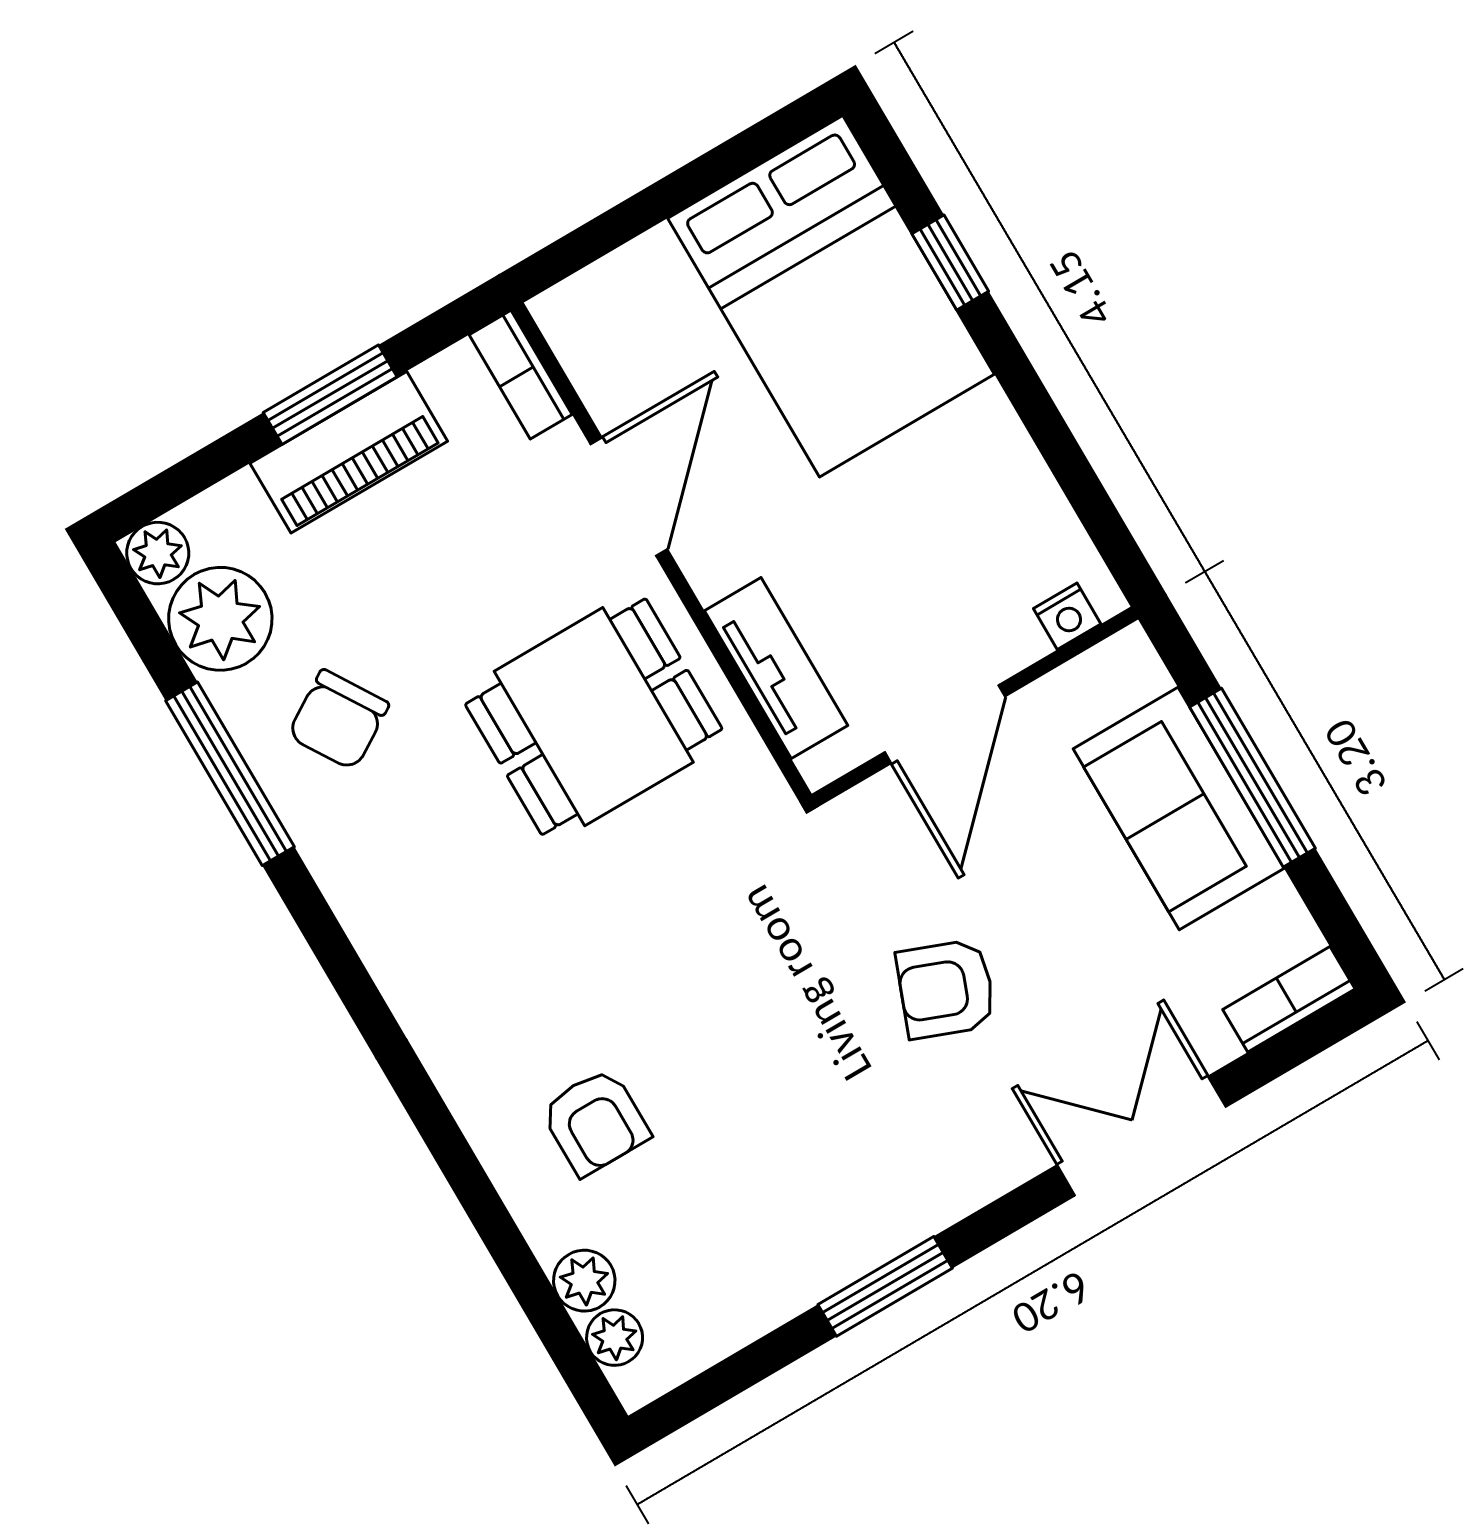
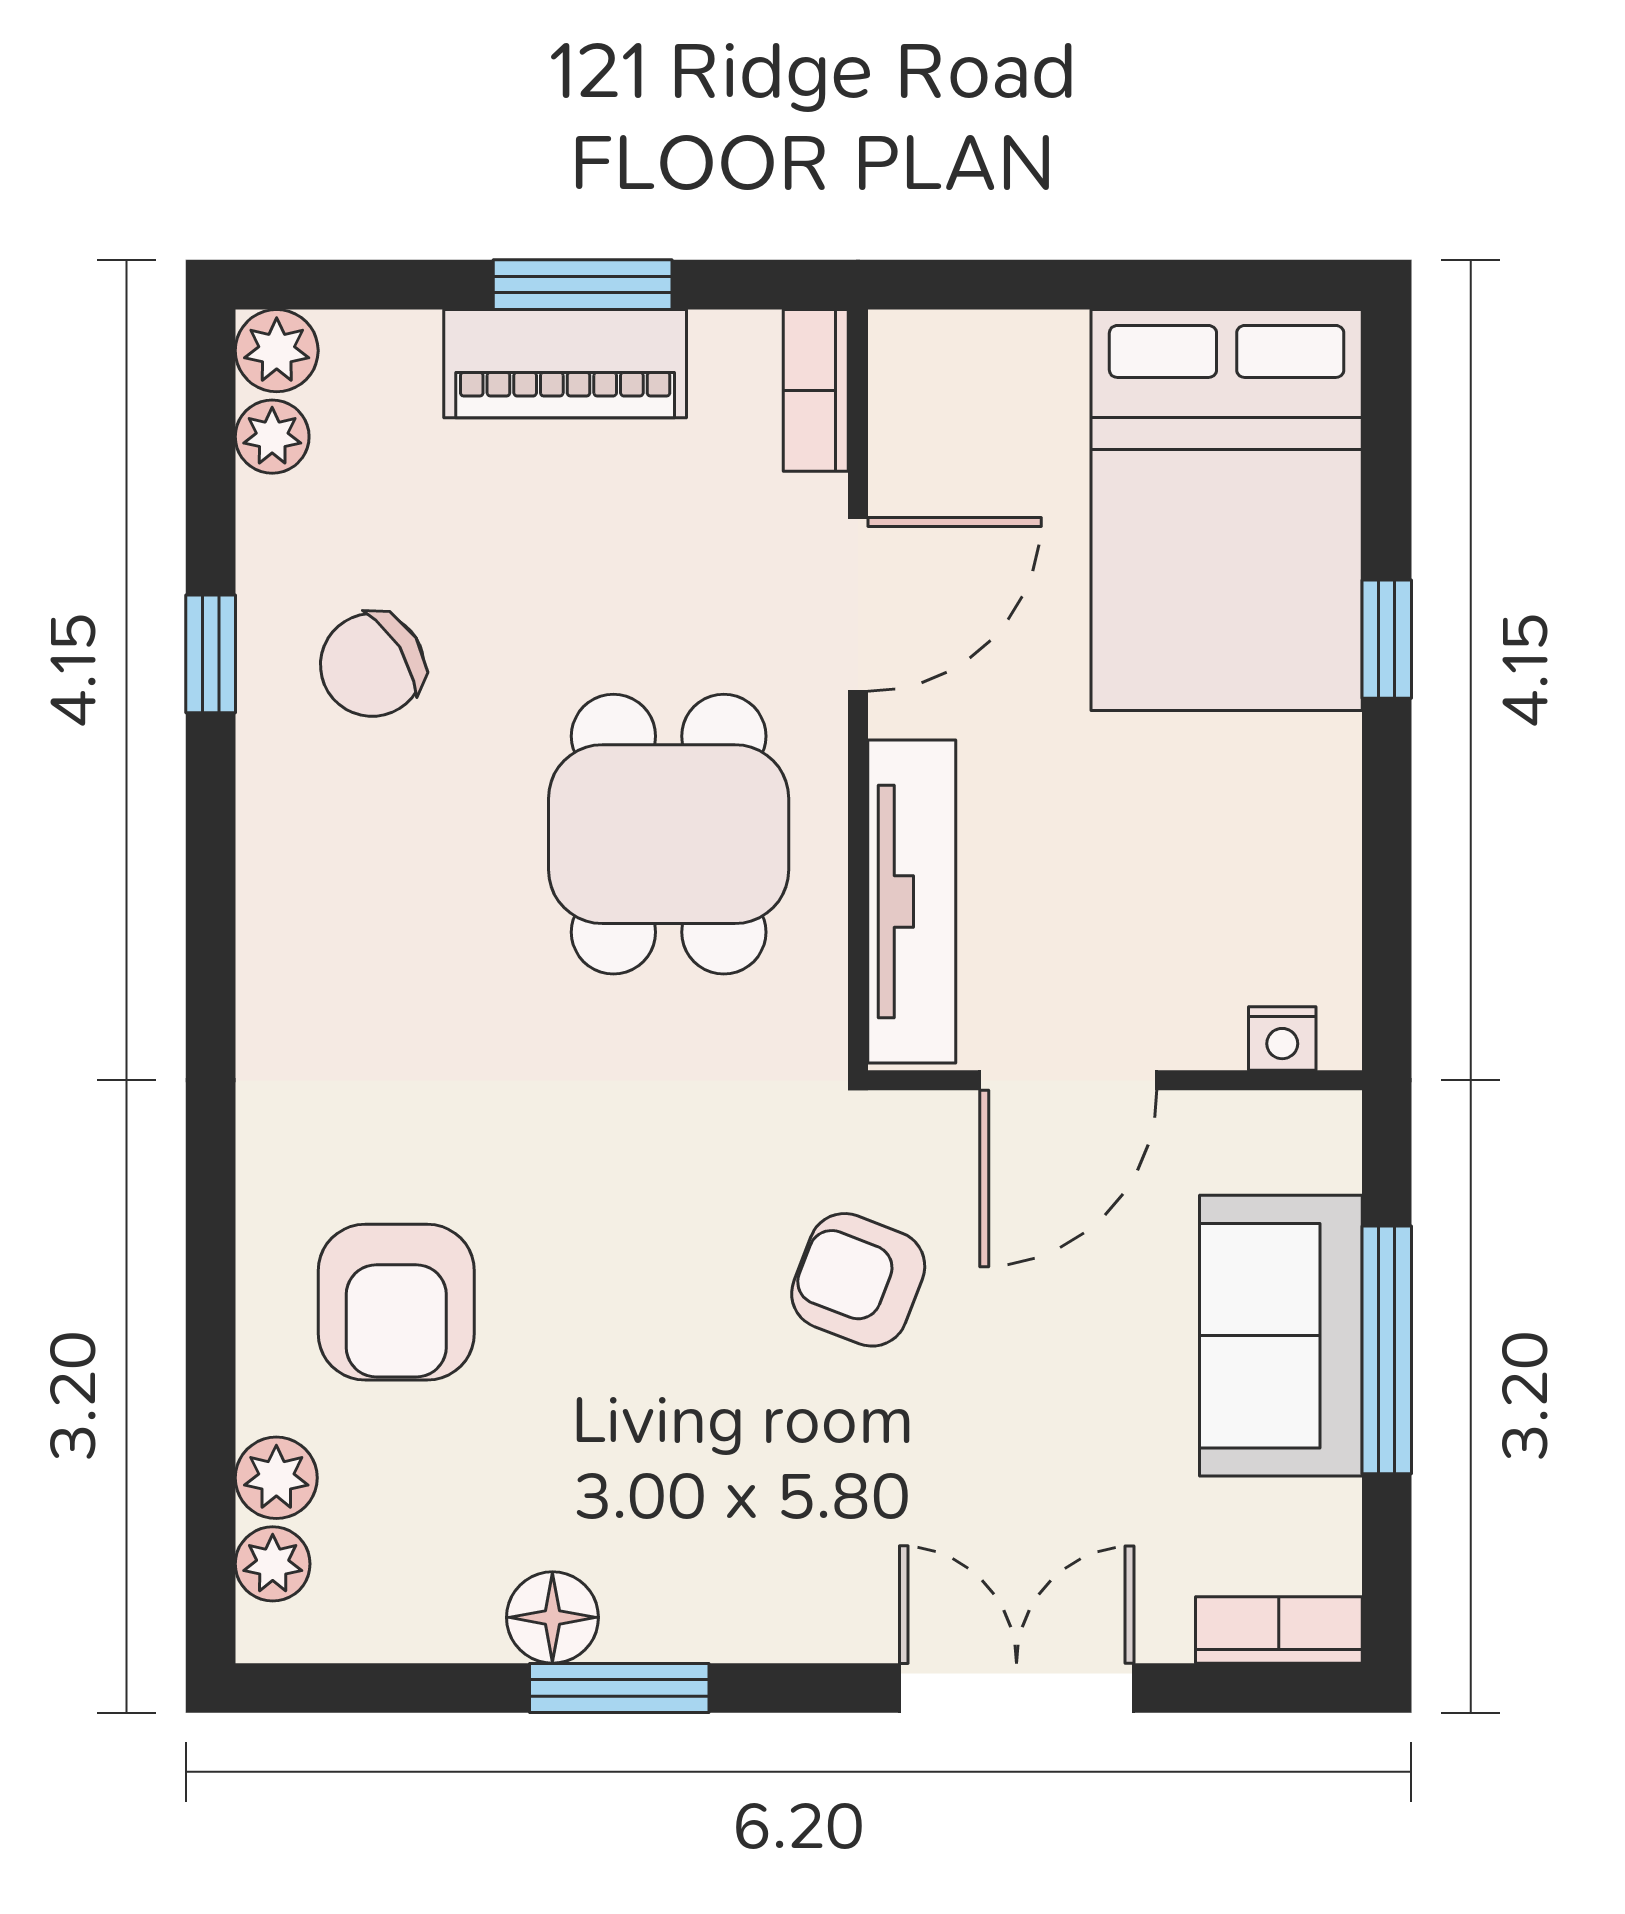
window: (950, 263) -> (1387, 639), moved
plant: (220, 619) -> (272, 437), width x0.53, depth x0.53
tv unit: (776, 668) -> (912, 901), width x1.41
dining table: (594, 717) -> (669, 834), turned 90
window: (230, 774) -> (211, 654), width x0.46
armchair: (946, 989) -> (858, 1280), moved
armchair: (595, 1122) -> (396, 1302), width x1.38, depth x1.38
floor lamp: (815, 1266) -> (552, 1617), added

